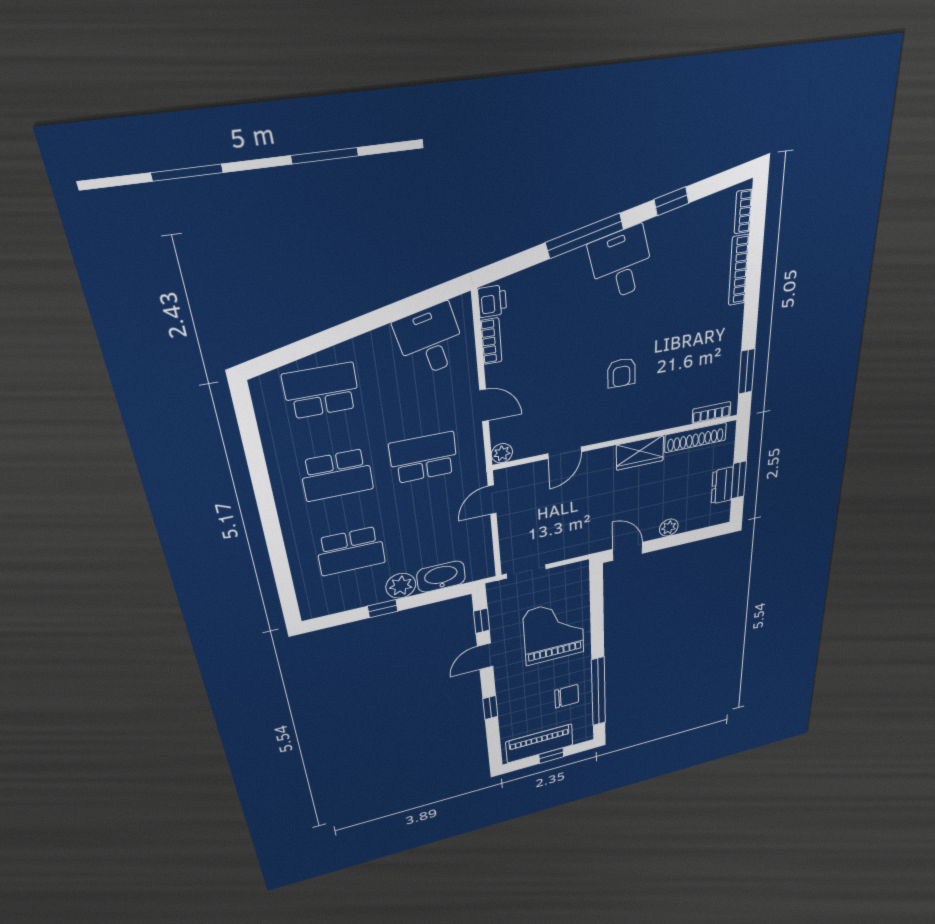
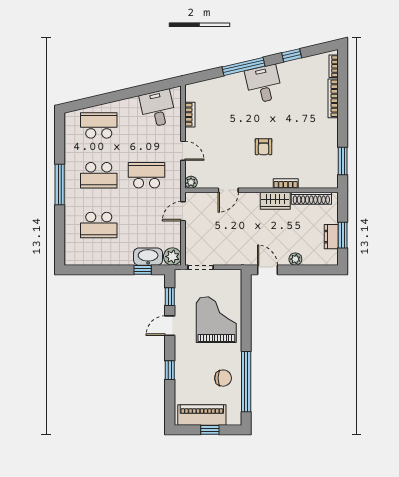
printer: (492, 301) -> (192, 93), removed
bookcase: (712, 413) -> (286, 183), moved
window: (266, 505) -> (60, 185), added
plant: (401, 586) -> (172, 257), moved
window: (383, 609) -> (143, 270), moved

